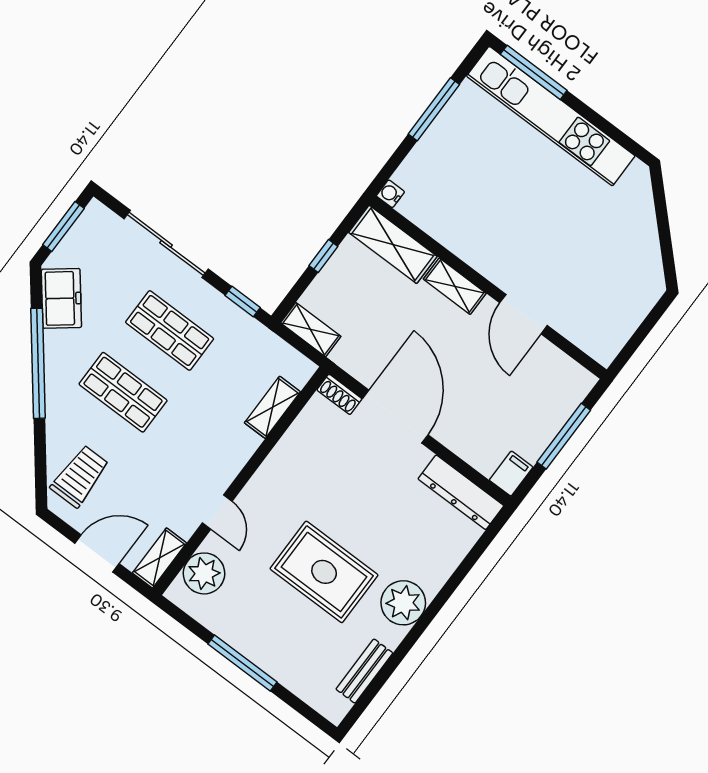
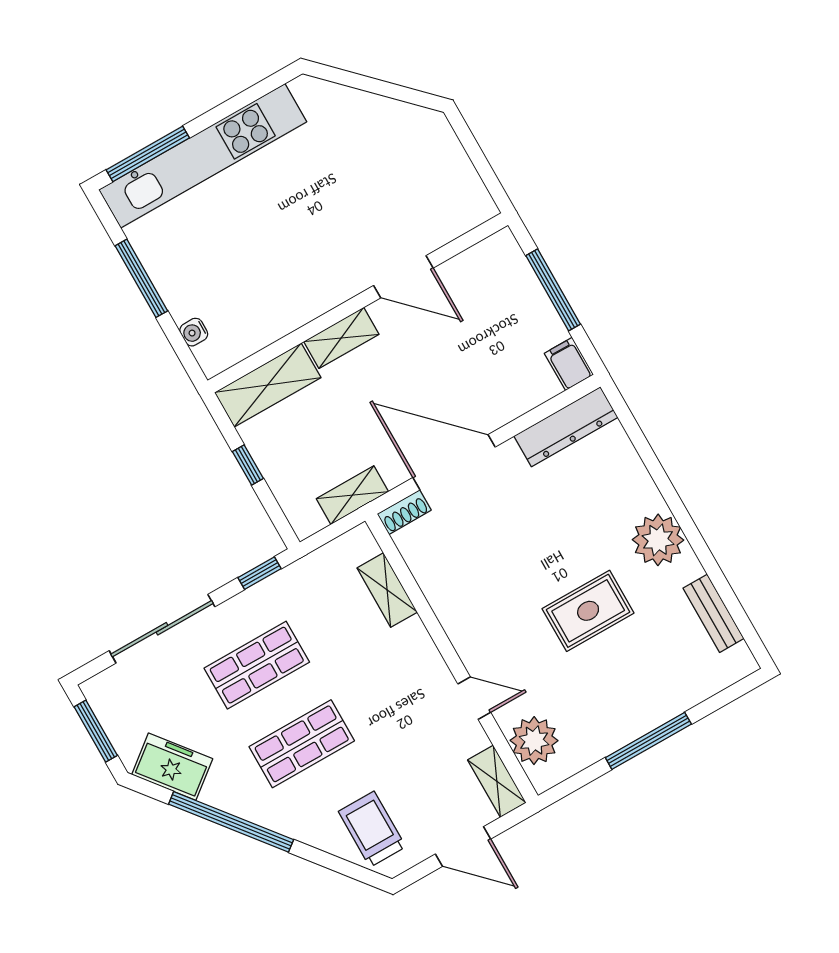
water cooler: (390, 194) -> (194, 332), moved
shelving: (311, 330) -> (352, 495), moved
door: (97, 553) -> (463, 847), swing flipped
rug: (324, 572) -> (588, 611), width x0.73, depth x0.70

